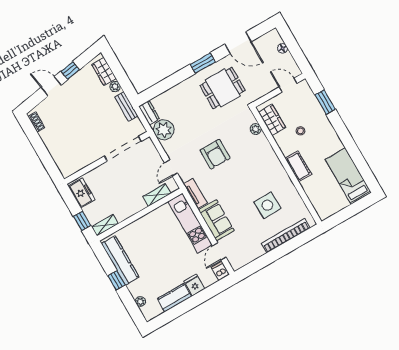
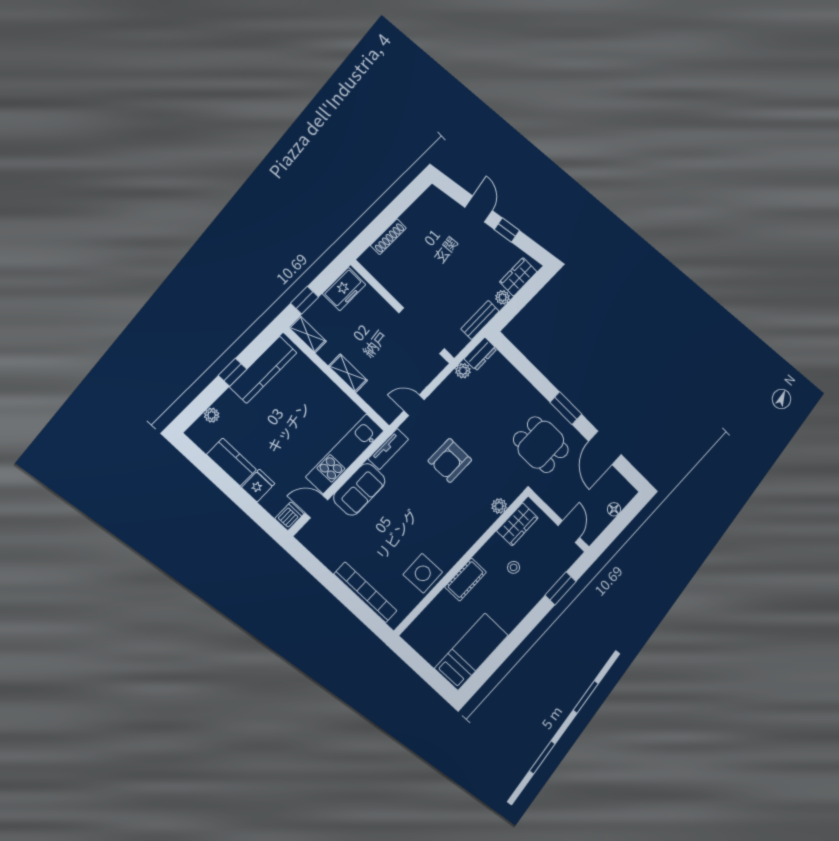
shoe rack: (36, 122) -> (388, 237), moved, width x1.43
plant: (164, 130) -> (463, 371), width x0.53, depth x0.53
shelving: (157, 195) -> (348, 373), moved
side table: (267, 205) -> (423, 573), moved

